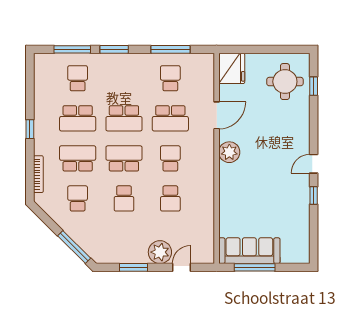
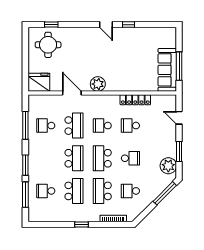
school desk: (170, 198) -> (130, 126), turned 180
locker: (207, 205) -> (135, 100), added
plant: (160, 252) -> (168, 166), moved

